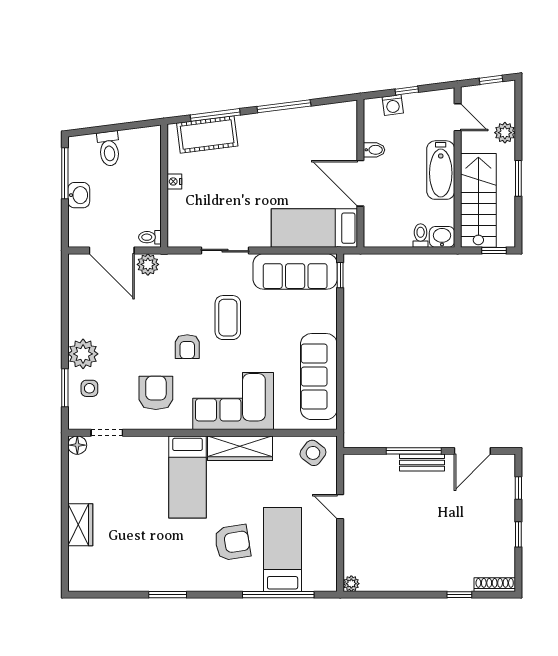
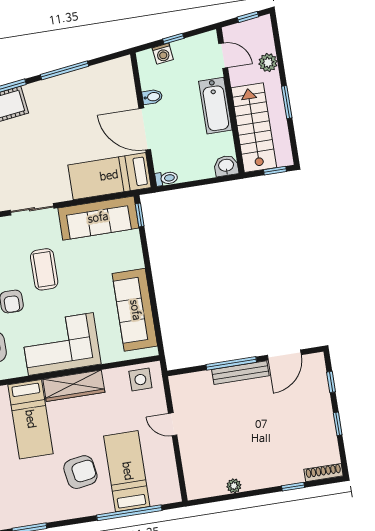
toilet: (421, 236) -> (166, 178), moved, turned 90
side table: (313, 453) -> (140, 380), turned -37
bench: (422, 462) -> (240, 373), width x1.36
plant: (351, 584) -> (234, 486), moved

